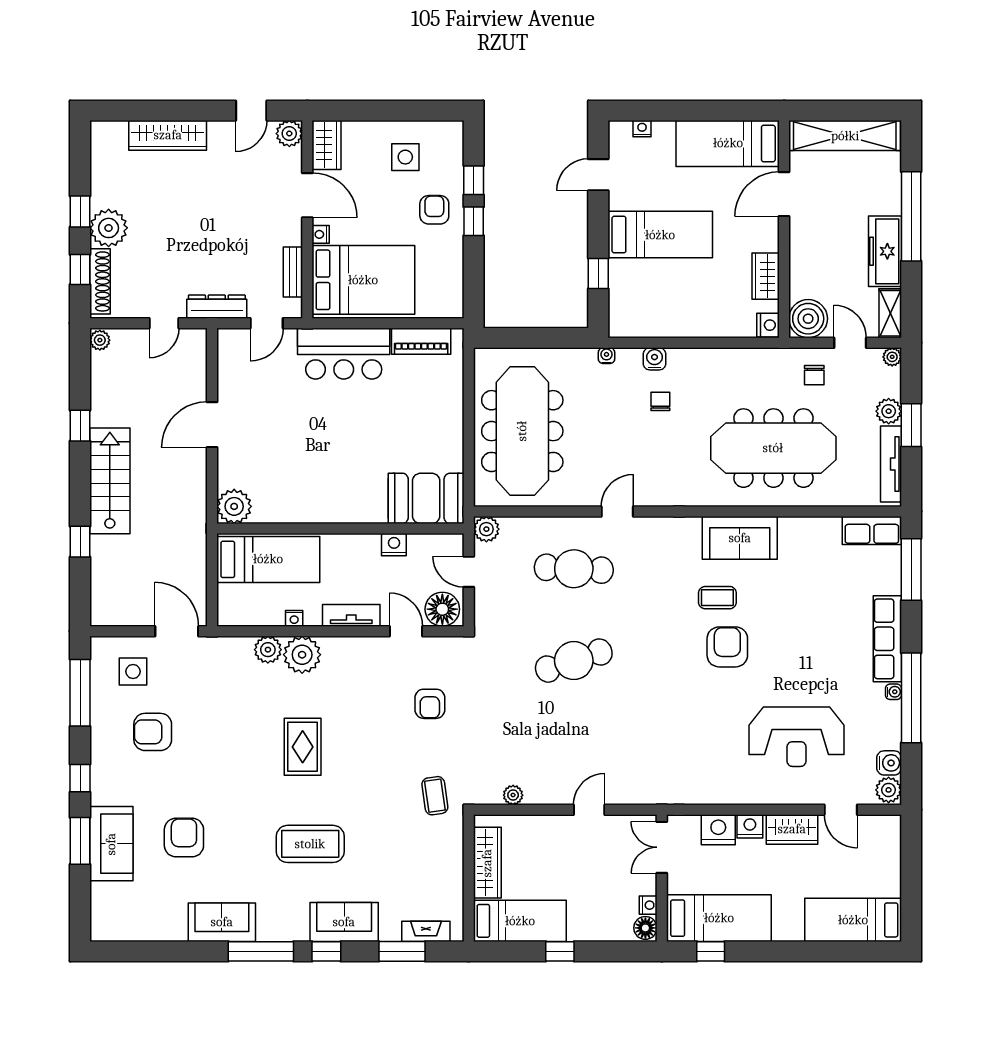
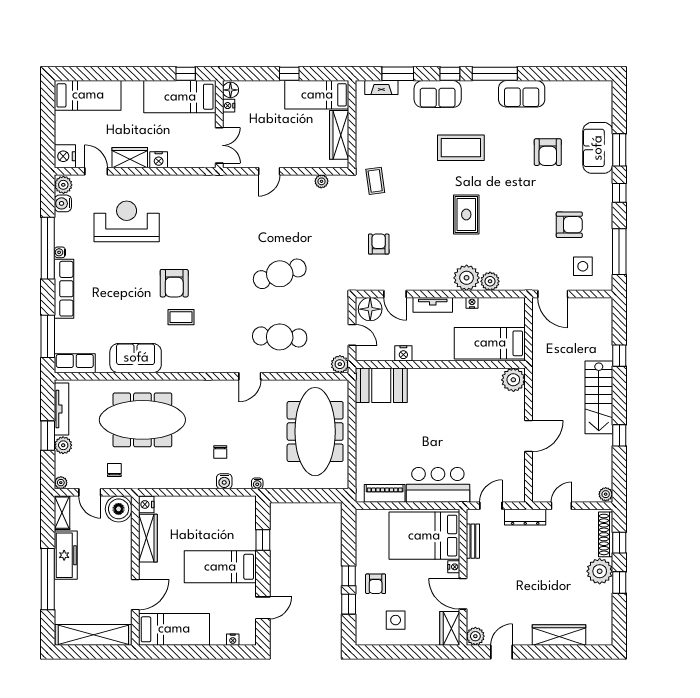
wardrobe: (766, 276) -> (148, 538), width x1.50
sofa: (740, 538) -> (136, 358), moved
nightstand: (718, 830) -> (65, 156), moved, turned 90

